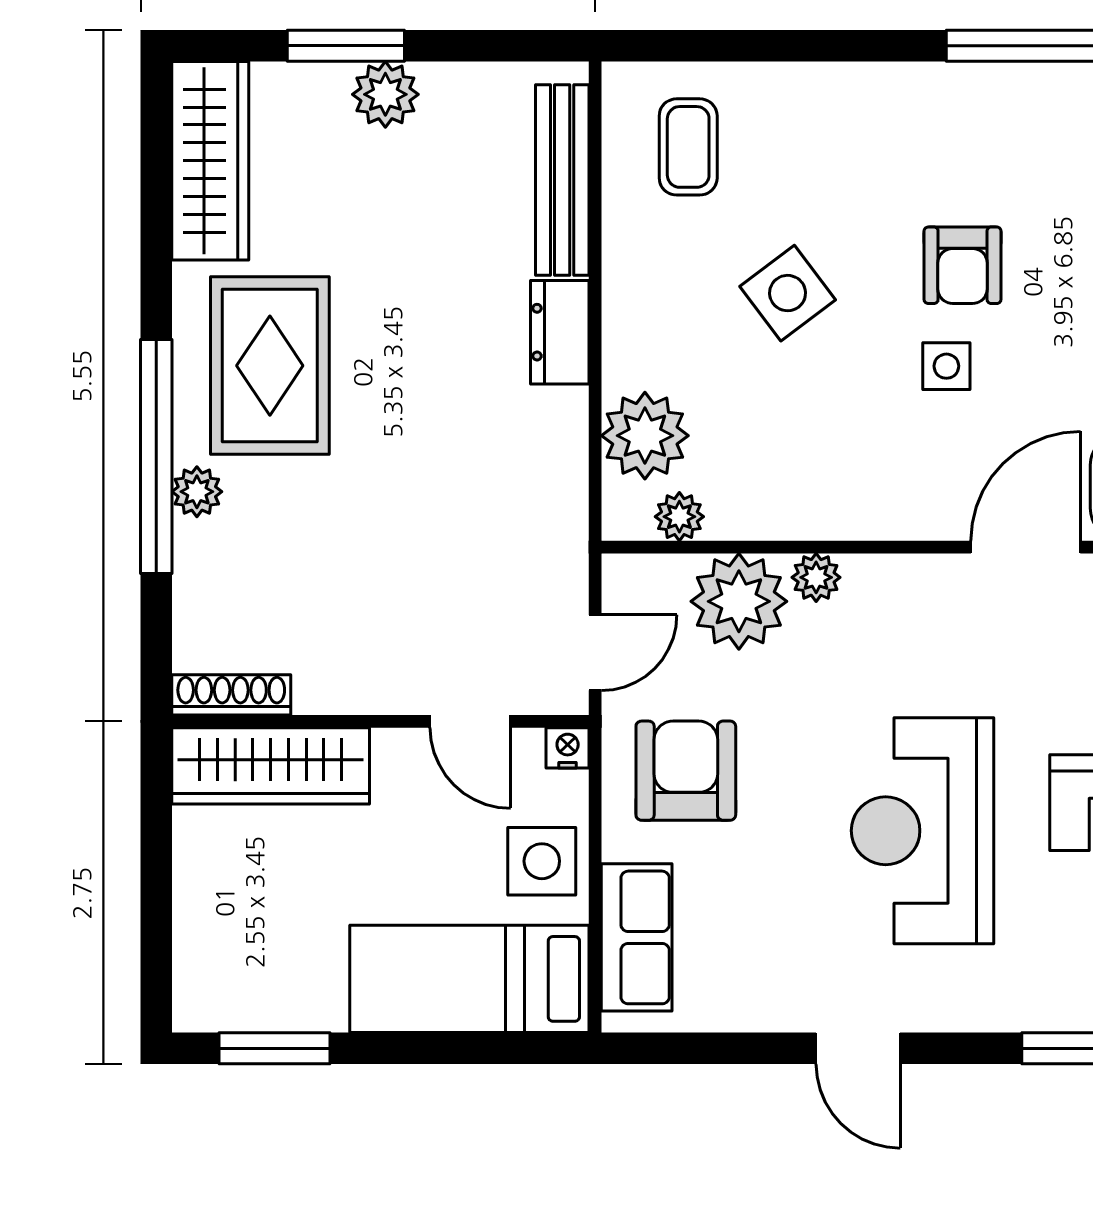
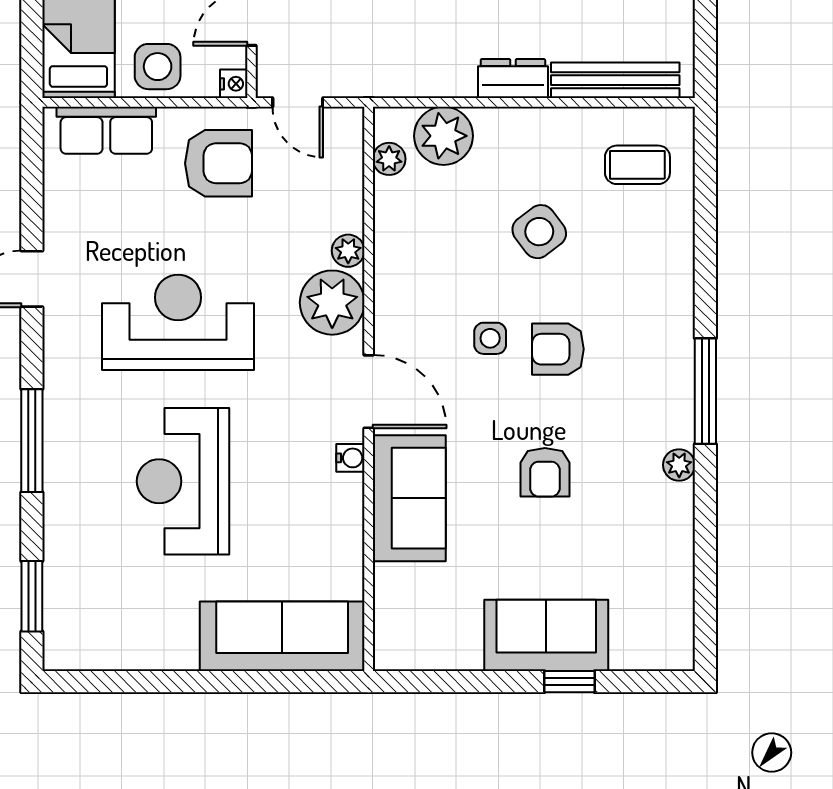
plant: (739, 601) -> (332, 303), moved

